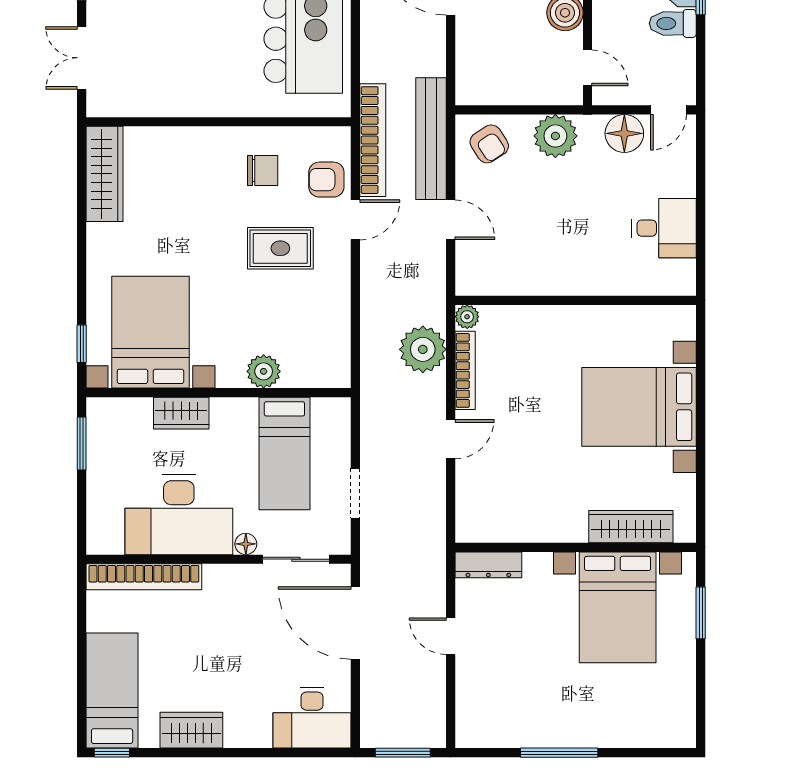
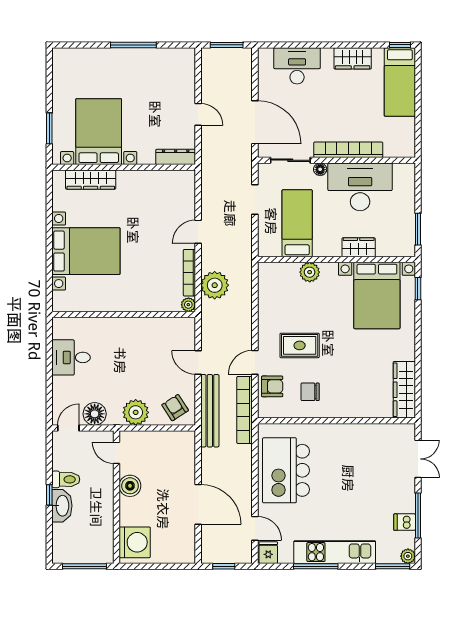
bookcase: (144, 577) -> (348, 150), moved
desk: (312, 718) -> (297, 66), moved

